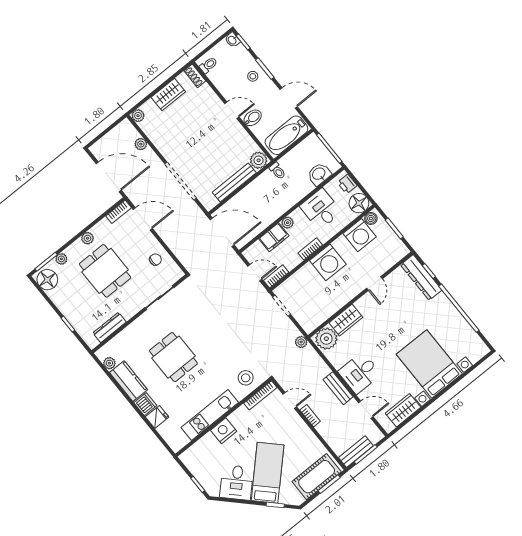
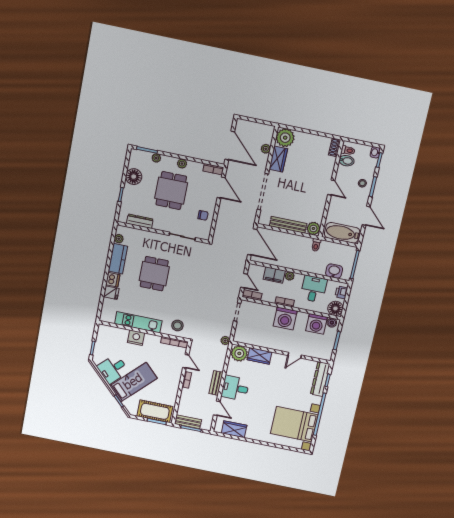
wardrobe: (168, 94) -> (278, 159), moved, turned -90
plant: (138, 116) -> (285, 138), width x1.87, depth x1.87
bidet: (253, 118) -> (346, 161), moved
floor lamp: (47, 280) -> (134, 177), moved
bed with nightstands: (429, 364) -> (294, 424), moved, turned -90

